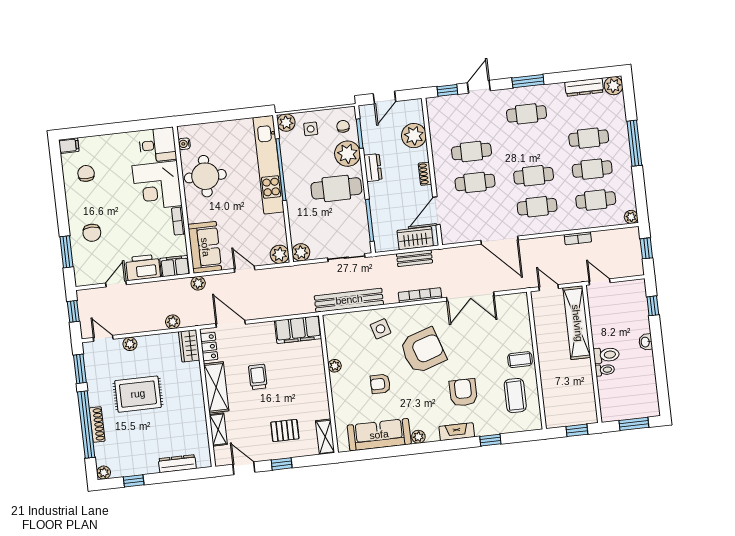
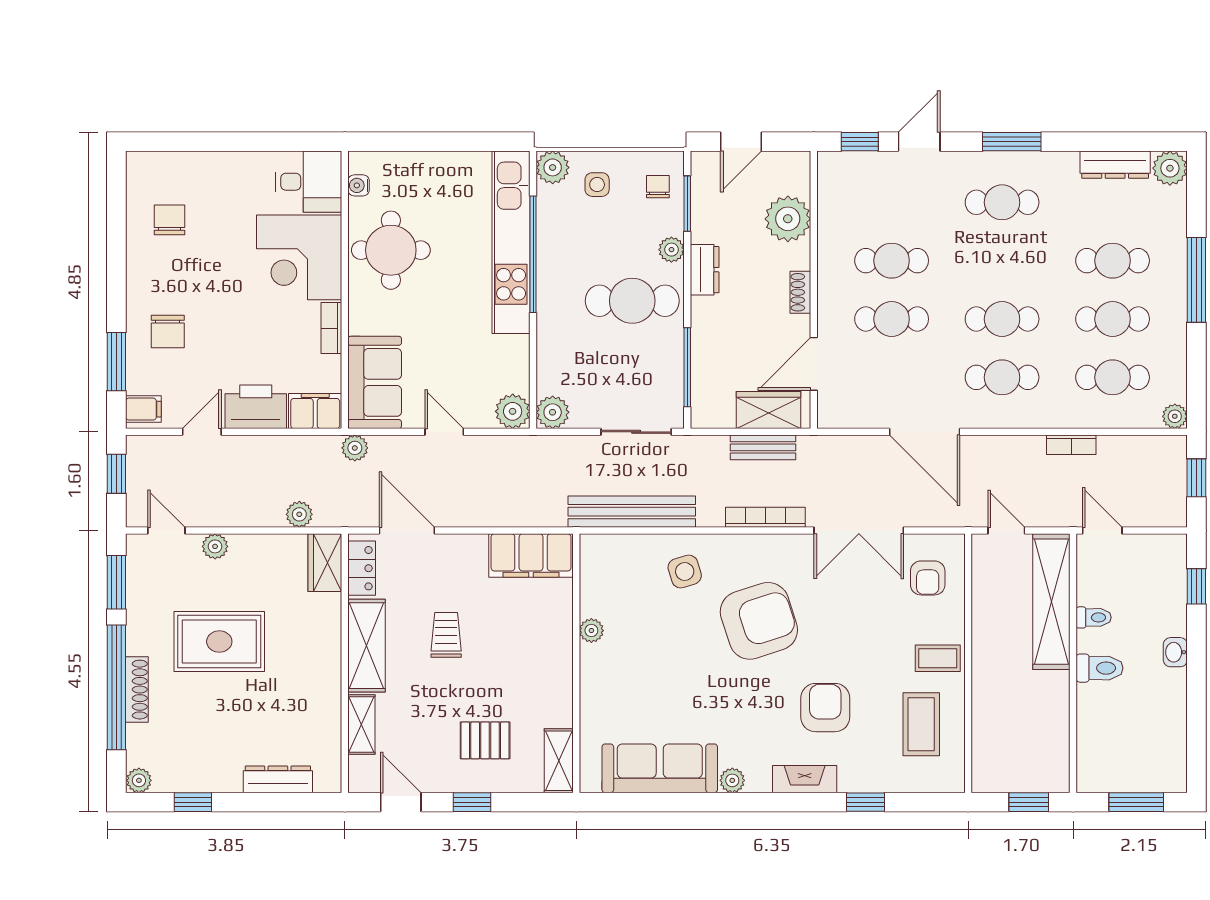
filing cabinet: (69, 146) -> (143, 409), moved
plant: (347, 154) -> (671, 250), width x0.53, depth x0.53
toilet: (605, 370) -> (1094, 617), moved
armchair: (380, 384) -> (928, 578), moved, turned -90

